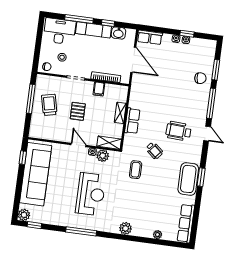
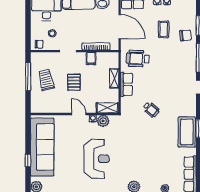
wheelchair: (178, 131) -> (138, 59), moved
window: (23, 158) -> (28, 160), moved
coffee table: (136, 170) -> (164, 29), moved

